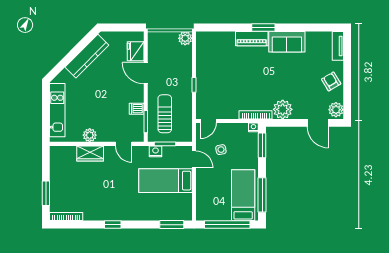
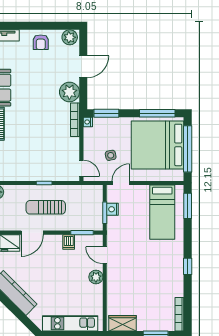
armchair: (331, 81) -> (41, 42), turned -59
sun lounger: (165, 114) -> (46, 207), moved
door: (318, 123) -> (83, 67), moved
plant: (90, 135) -> (96, 277), moved
door: (124, 144) -> (105, 255), swing flipped
nightstand: (155, 151) -> (112, 209), moved
wardrobe: (90, 153) -> (122, 323), moved, turned -90
bed: (166, 181) -> (162, 212), moved
bed: (243, 195) -> (158, 145), width x2.04

